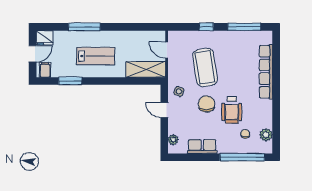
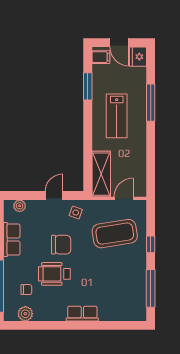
coffee table: (205, 67) -> (115, 234), moved
row of seats: (266, 72) -> (82, 314), width x0.50

